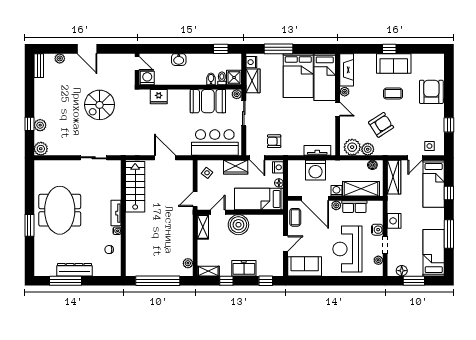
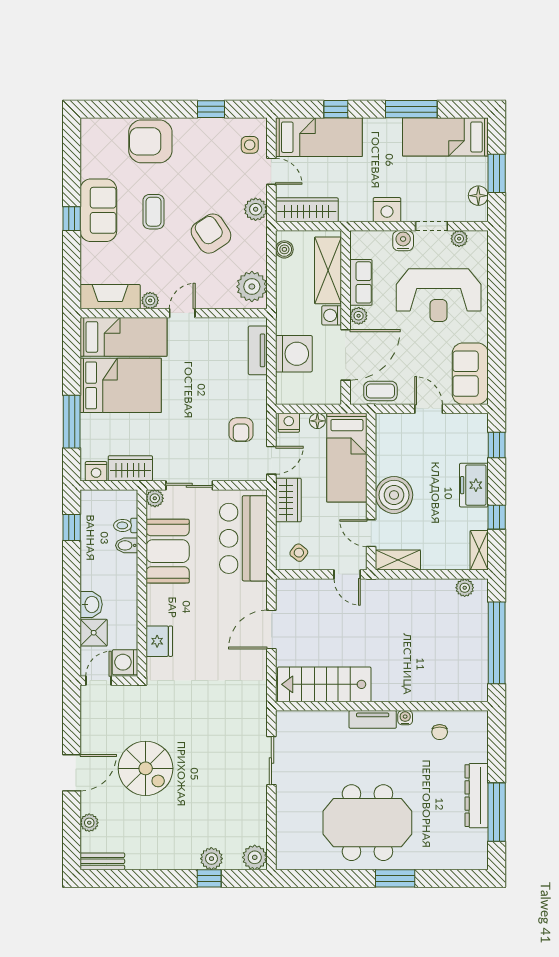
shower: (234, 77) -> (94, 633), moved
spiral stairs: (100, 105) -> (146, 768), moved
plant: (368, 149) -> (256, 209), moved

